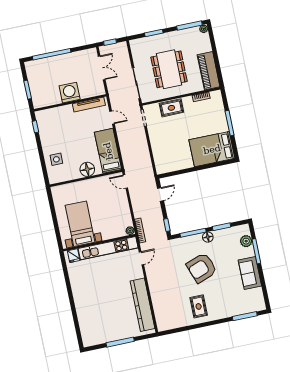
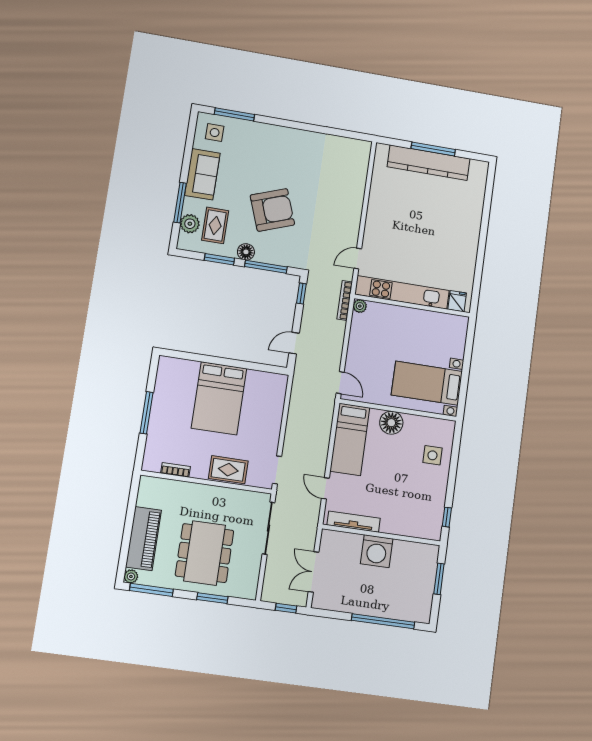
dining table: (169, 69) -> (205, 553), moved
piano: (209, 71) -> (143, 539), moved
bed: (212, 149) -> (219, 398), moved, turned 90
bed with nightstands: (80, 224) -> (427, 383), moved, turned 90
side table: (252, 301) -> (215, 133), added
kitchen counter: (142, 305) -> (429, 163), moved, turned 90
rug: (199, 306) -> (215, 225), moved

